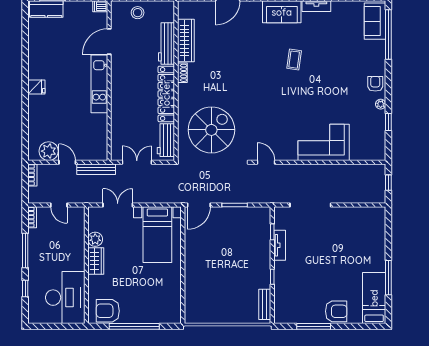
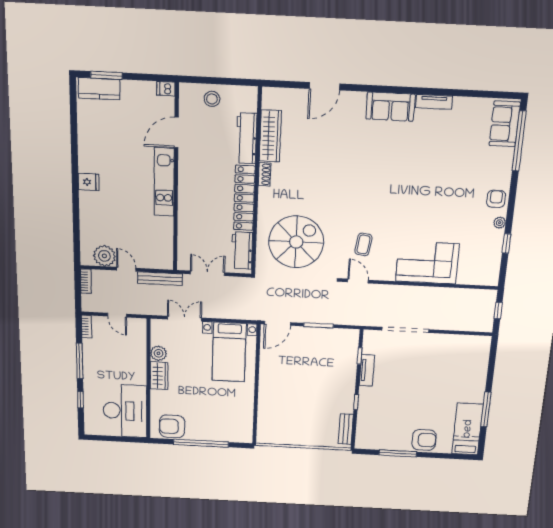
coffee table: (294, 60) -> (363, 244), moved

